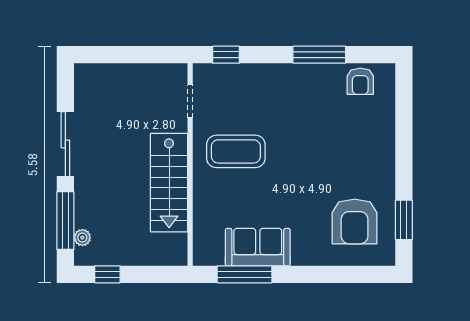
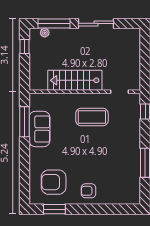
armchair: (360, 81) -> (88, 191), moved
coffee table: (236, 151) -> (92, 117), turned 90

